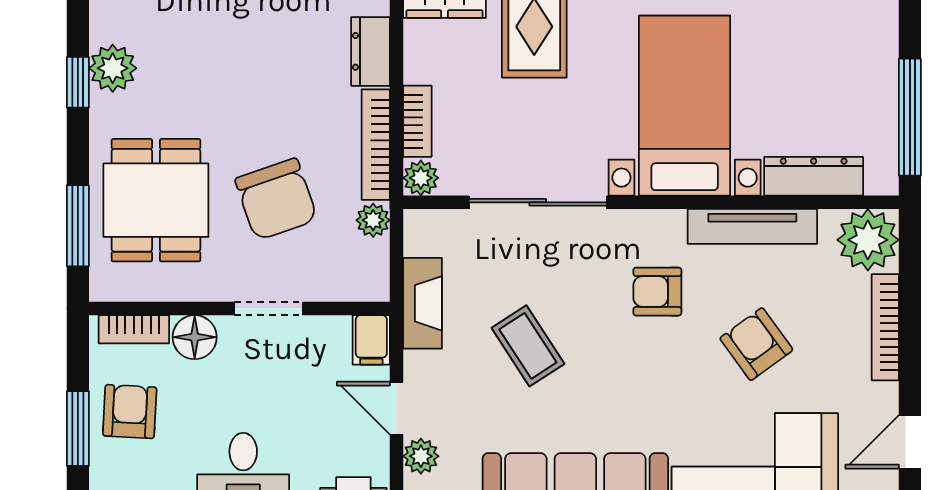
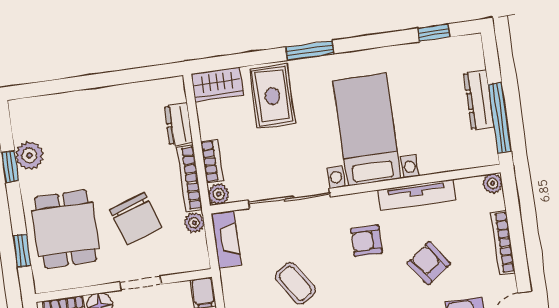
dresser: (814, 176) -> (479, 100), moved, turned -90
window: (78, 226) -> (22, 251), width x0.67
plant: (868, 240) -> (493, 183), width x0.53, depth x0.53
fireplace: (423, 303) -> (226, 240), moved

